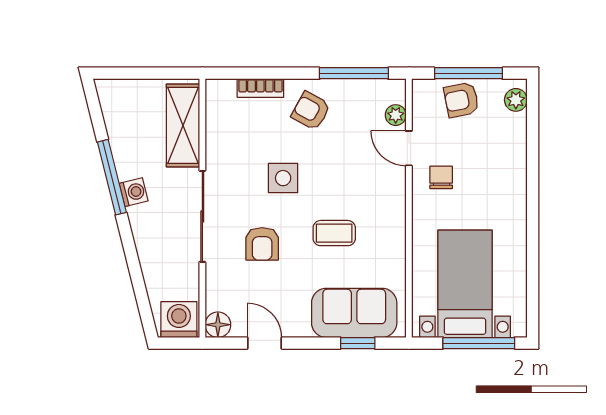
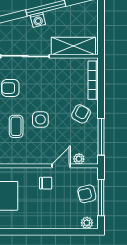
bookcase: (260, 88) -> (93, 80), width x1.56
armchair: (461, 100) -> (87, 194), turned -92
side table: (283, 178) -> (40, 120), moved

